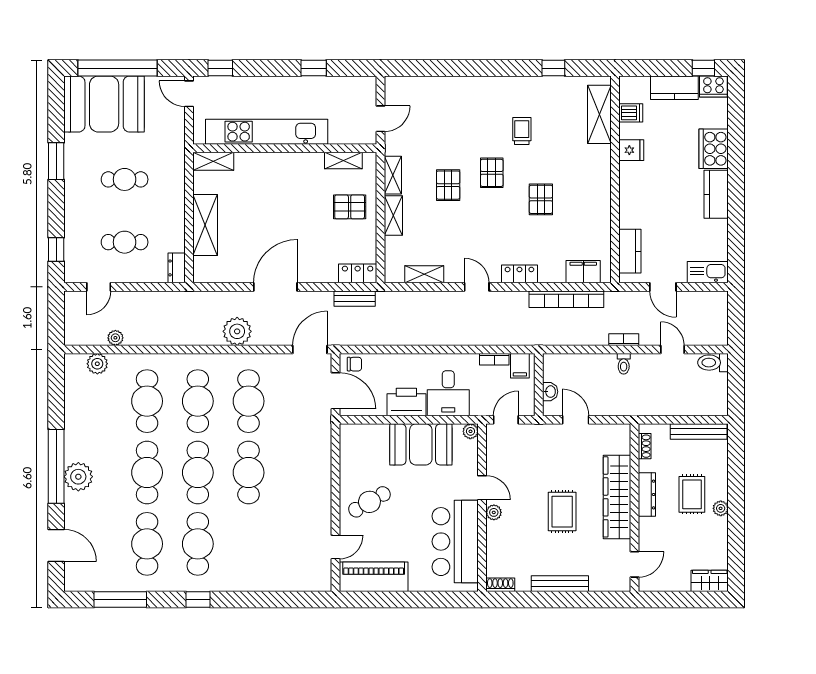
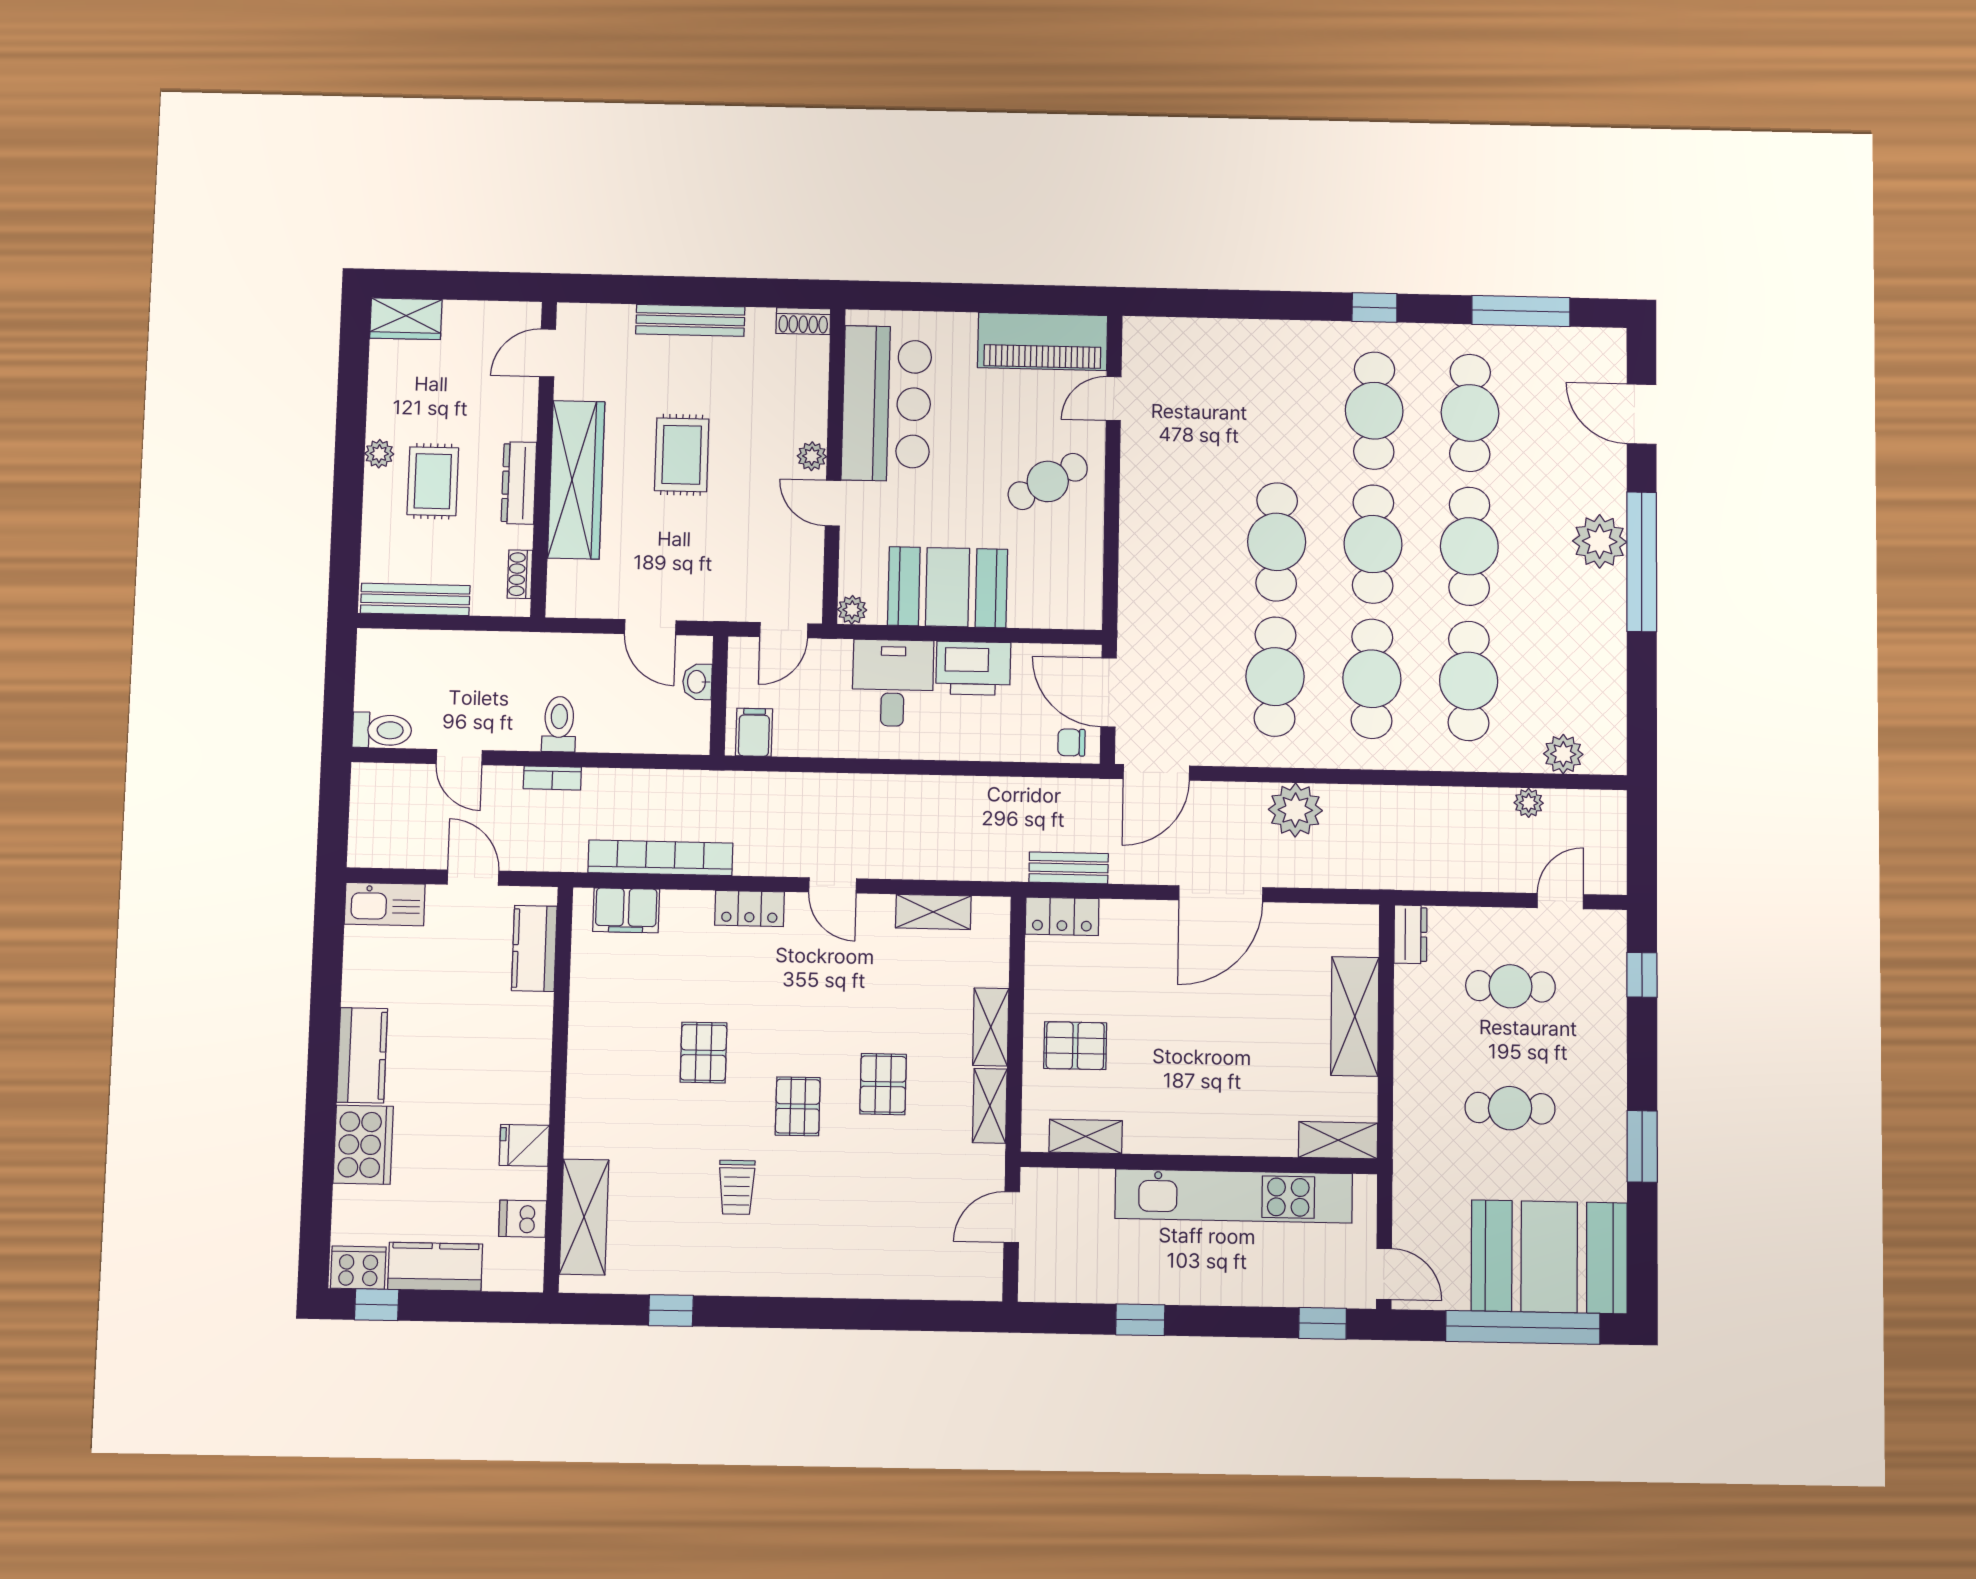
bookcase: (494, 359) -> (803, 746), removed
toilet: (624, 364) -> (559, 724), width x1.37, depth x1.39

